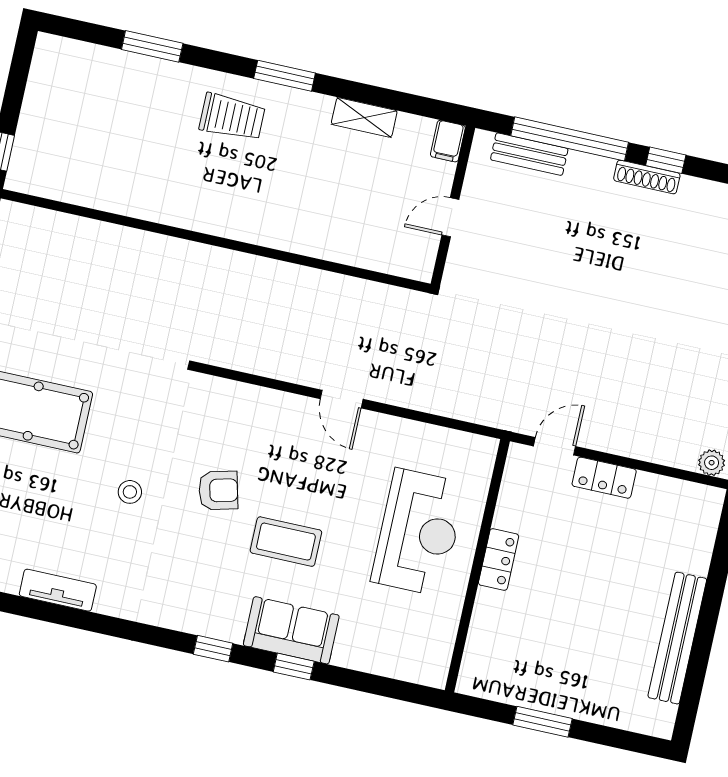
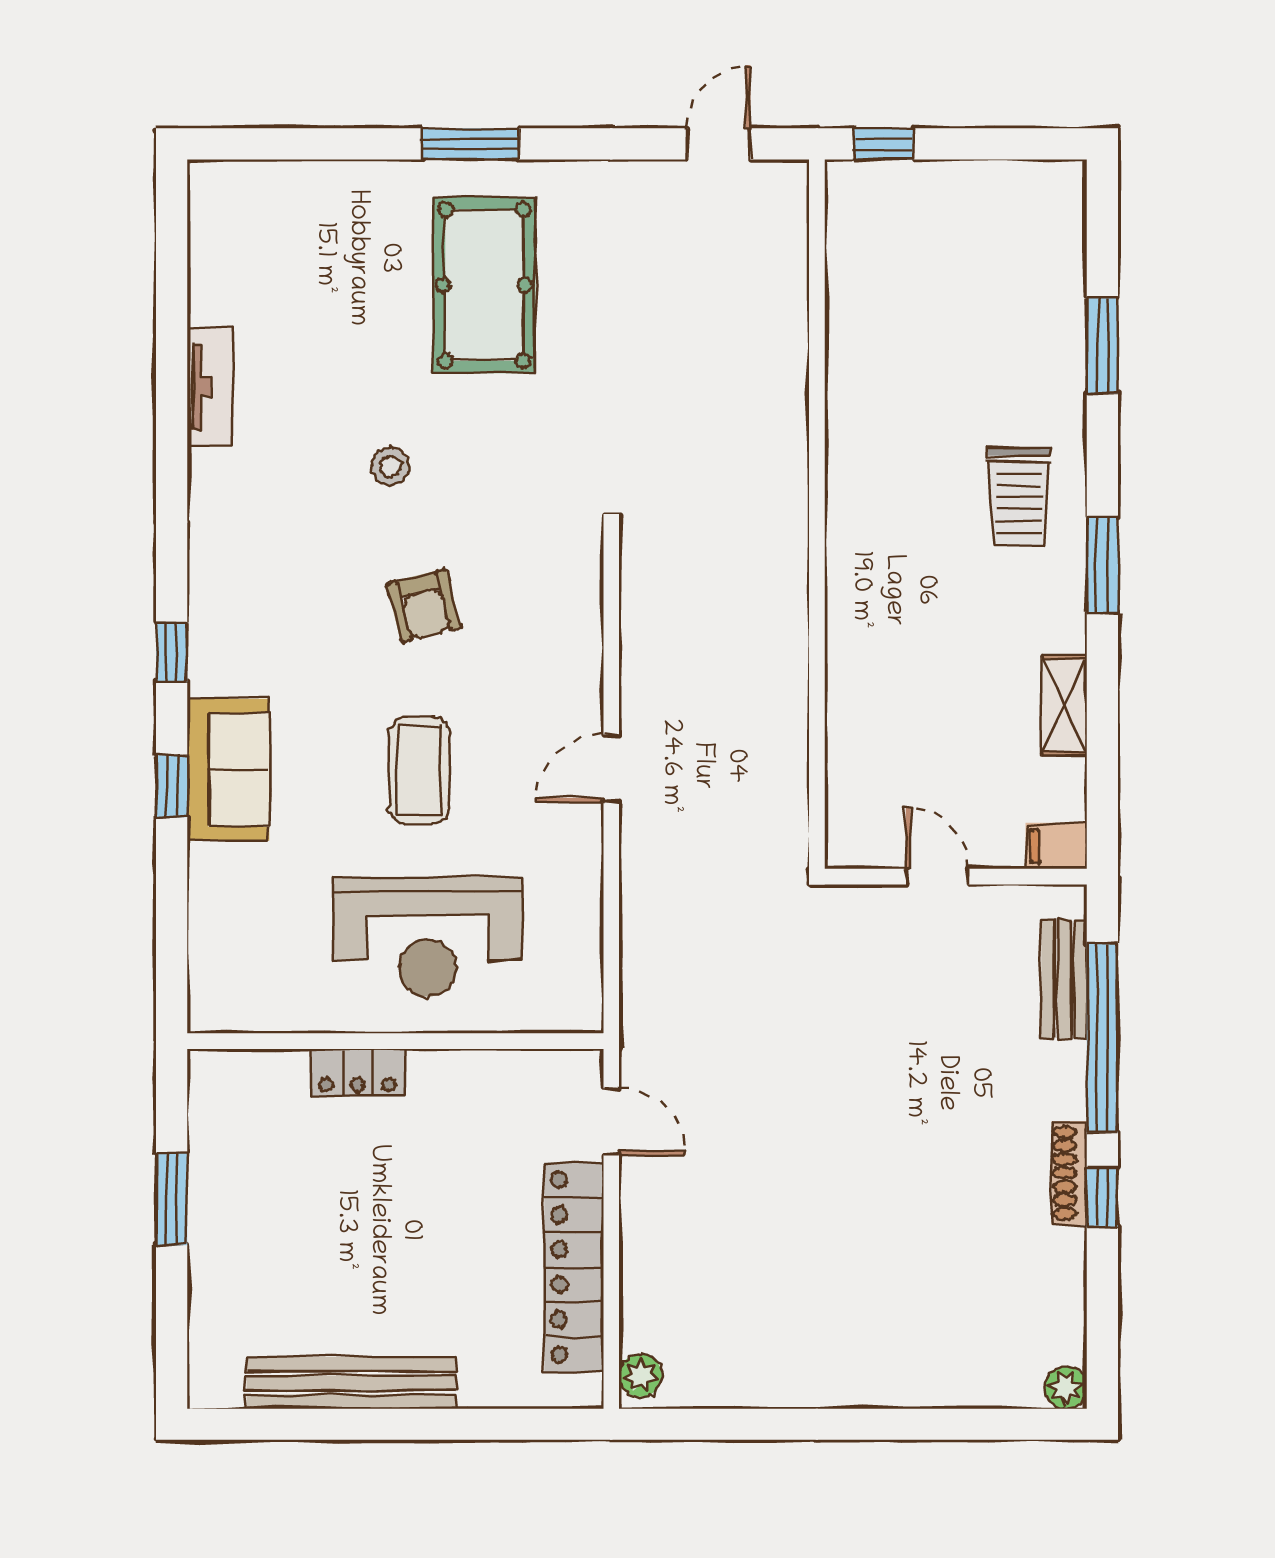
locker: (604, 478) -> (574, 1267), width x2.16, depth x1.21
coffee table: (286, 542) -> (420, 771), moved
locker: (499, 560) -> (358, 1073), moved

